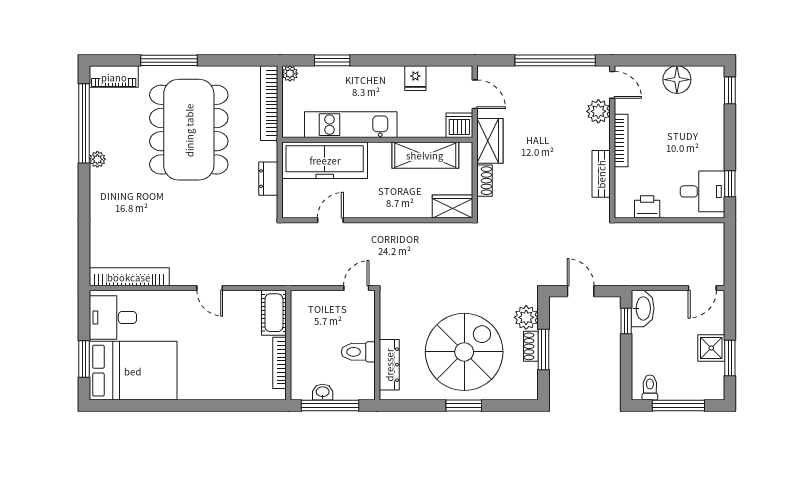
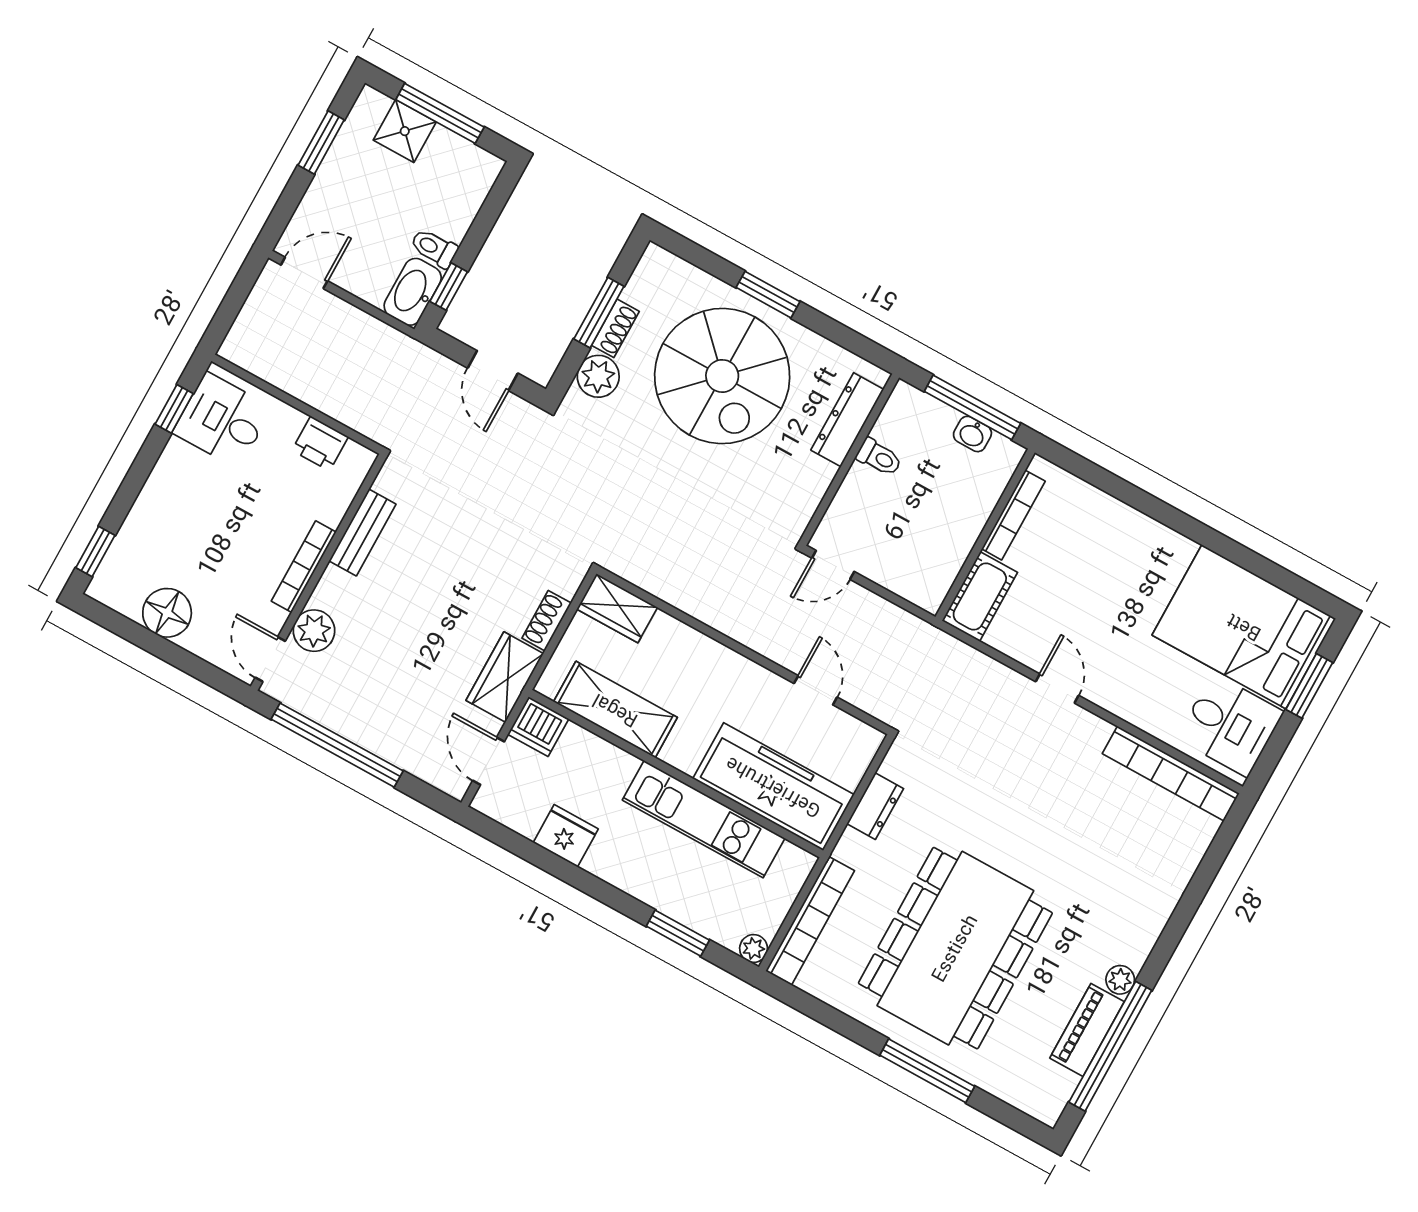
piano: (114, 77) -> (1087, 1030), moved, turned -90
fridge: (415, 78) -> (566, 836), width x1.38
door: (330, 220) -> (816, 690), swing flipped
shower: (711, 348) -> (405, 131), moved
toilet: (358, 352) -> (879, 457), width x0.73, depth x0.72
spiral stairs: (464, 352) -> (722, 376), turned -90
toilet: (650, 388) -> (434, 248), moved, turned 90

